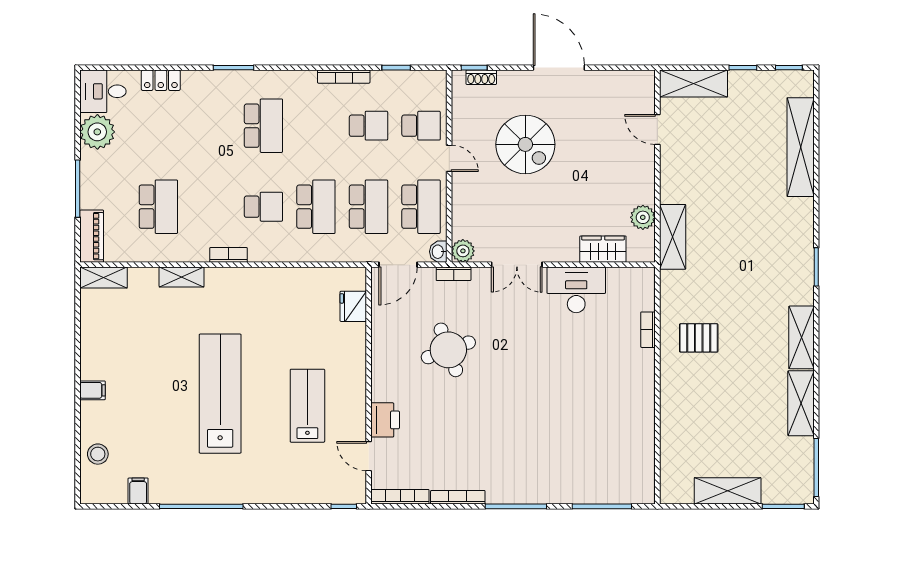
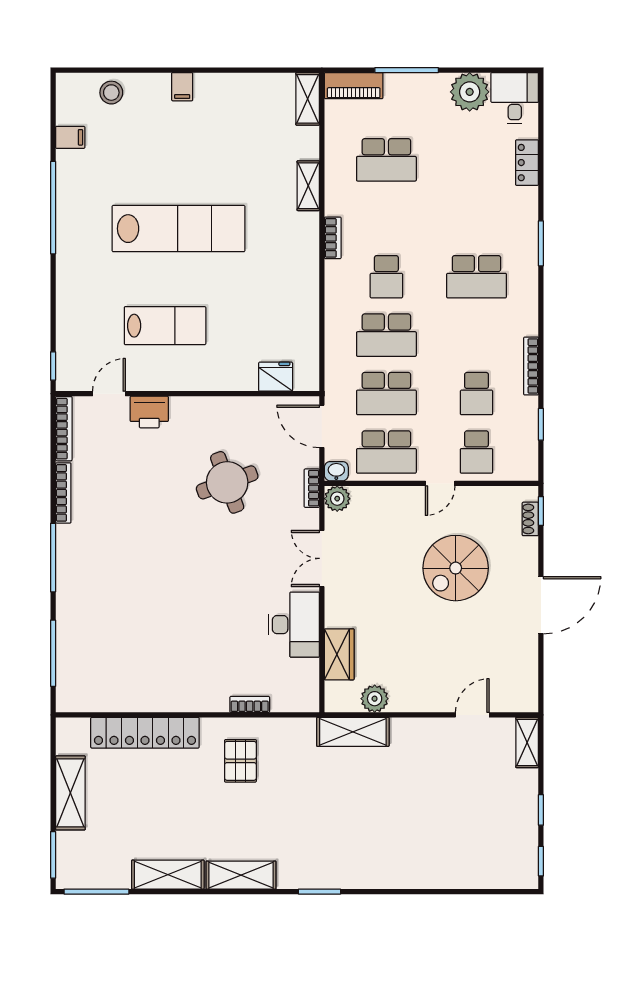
shelving: (693, 84) -> (527, 742), width x0.67, depth x0.75
shelving: (801, 147) -> (453, 874), removed
locker: (673, 424) -> (145, 733), added

